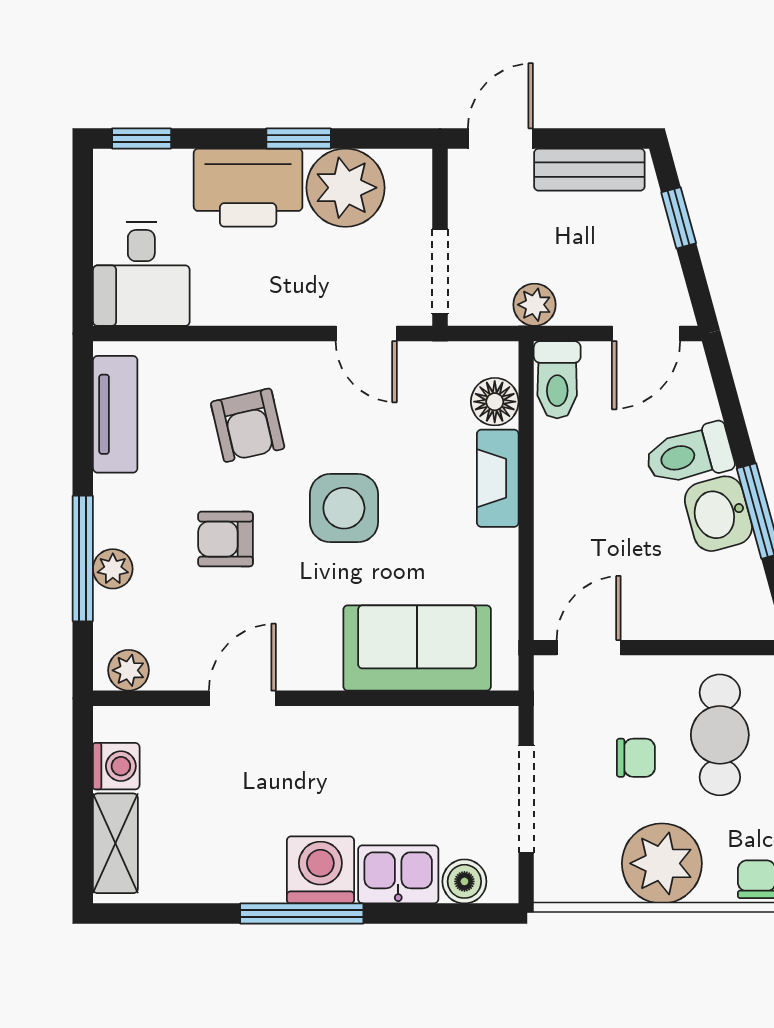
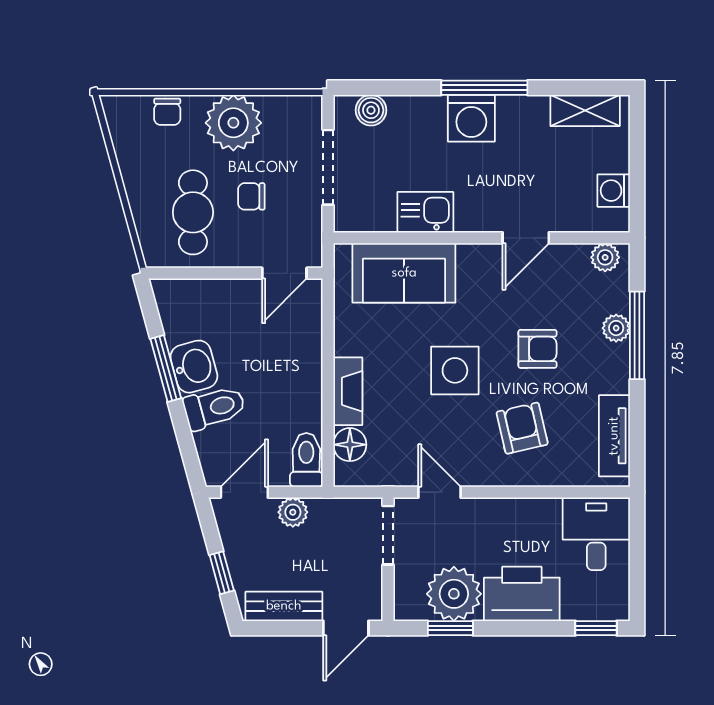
window: (299, 138) -> (450, 628), moved
plant: (534, 305) -> (293, 512), moved
shelving: (115, 843) -> (585, 110), moved, turned 90
kitchen sink: (398, 874) -> (425, 212), moved, turned 180

